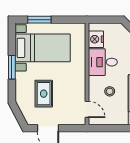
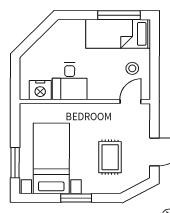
stool: (110, 91) -> (132, 68), moved
rug: (44, 94) -> (110, 157), turned 90

